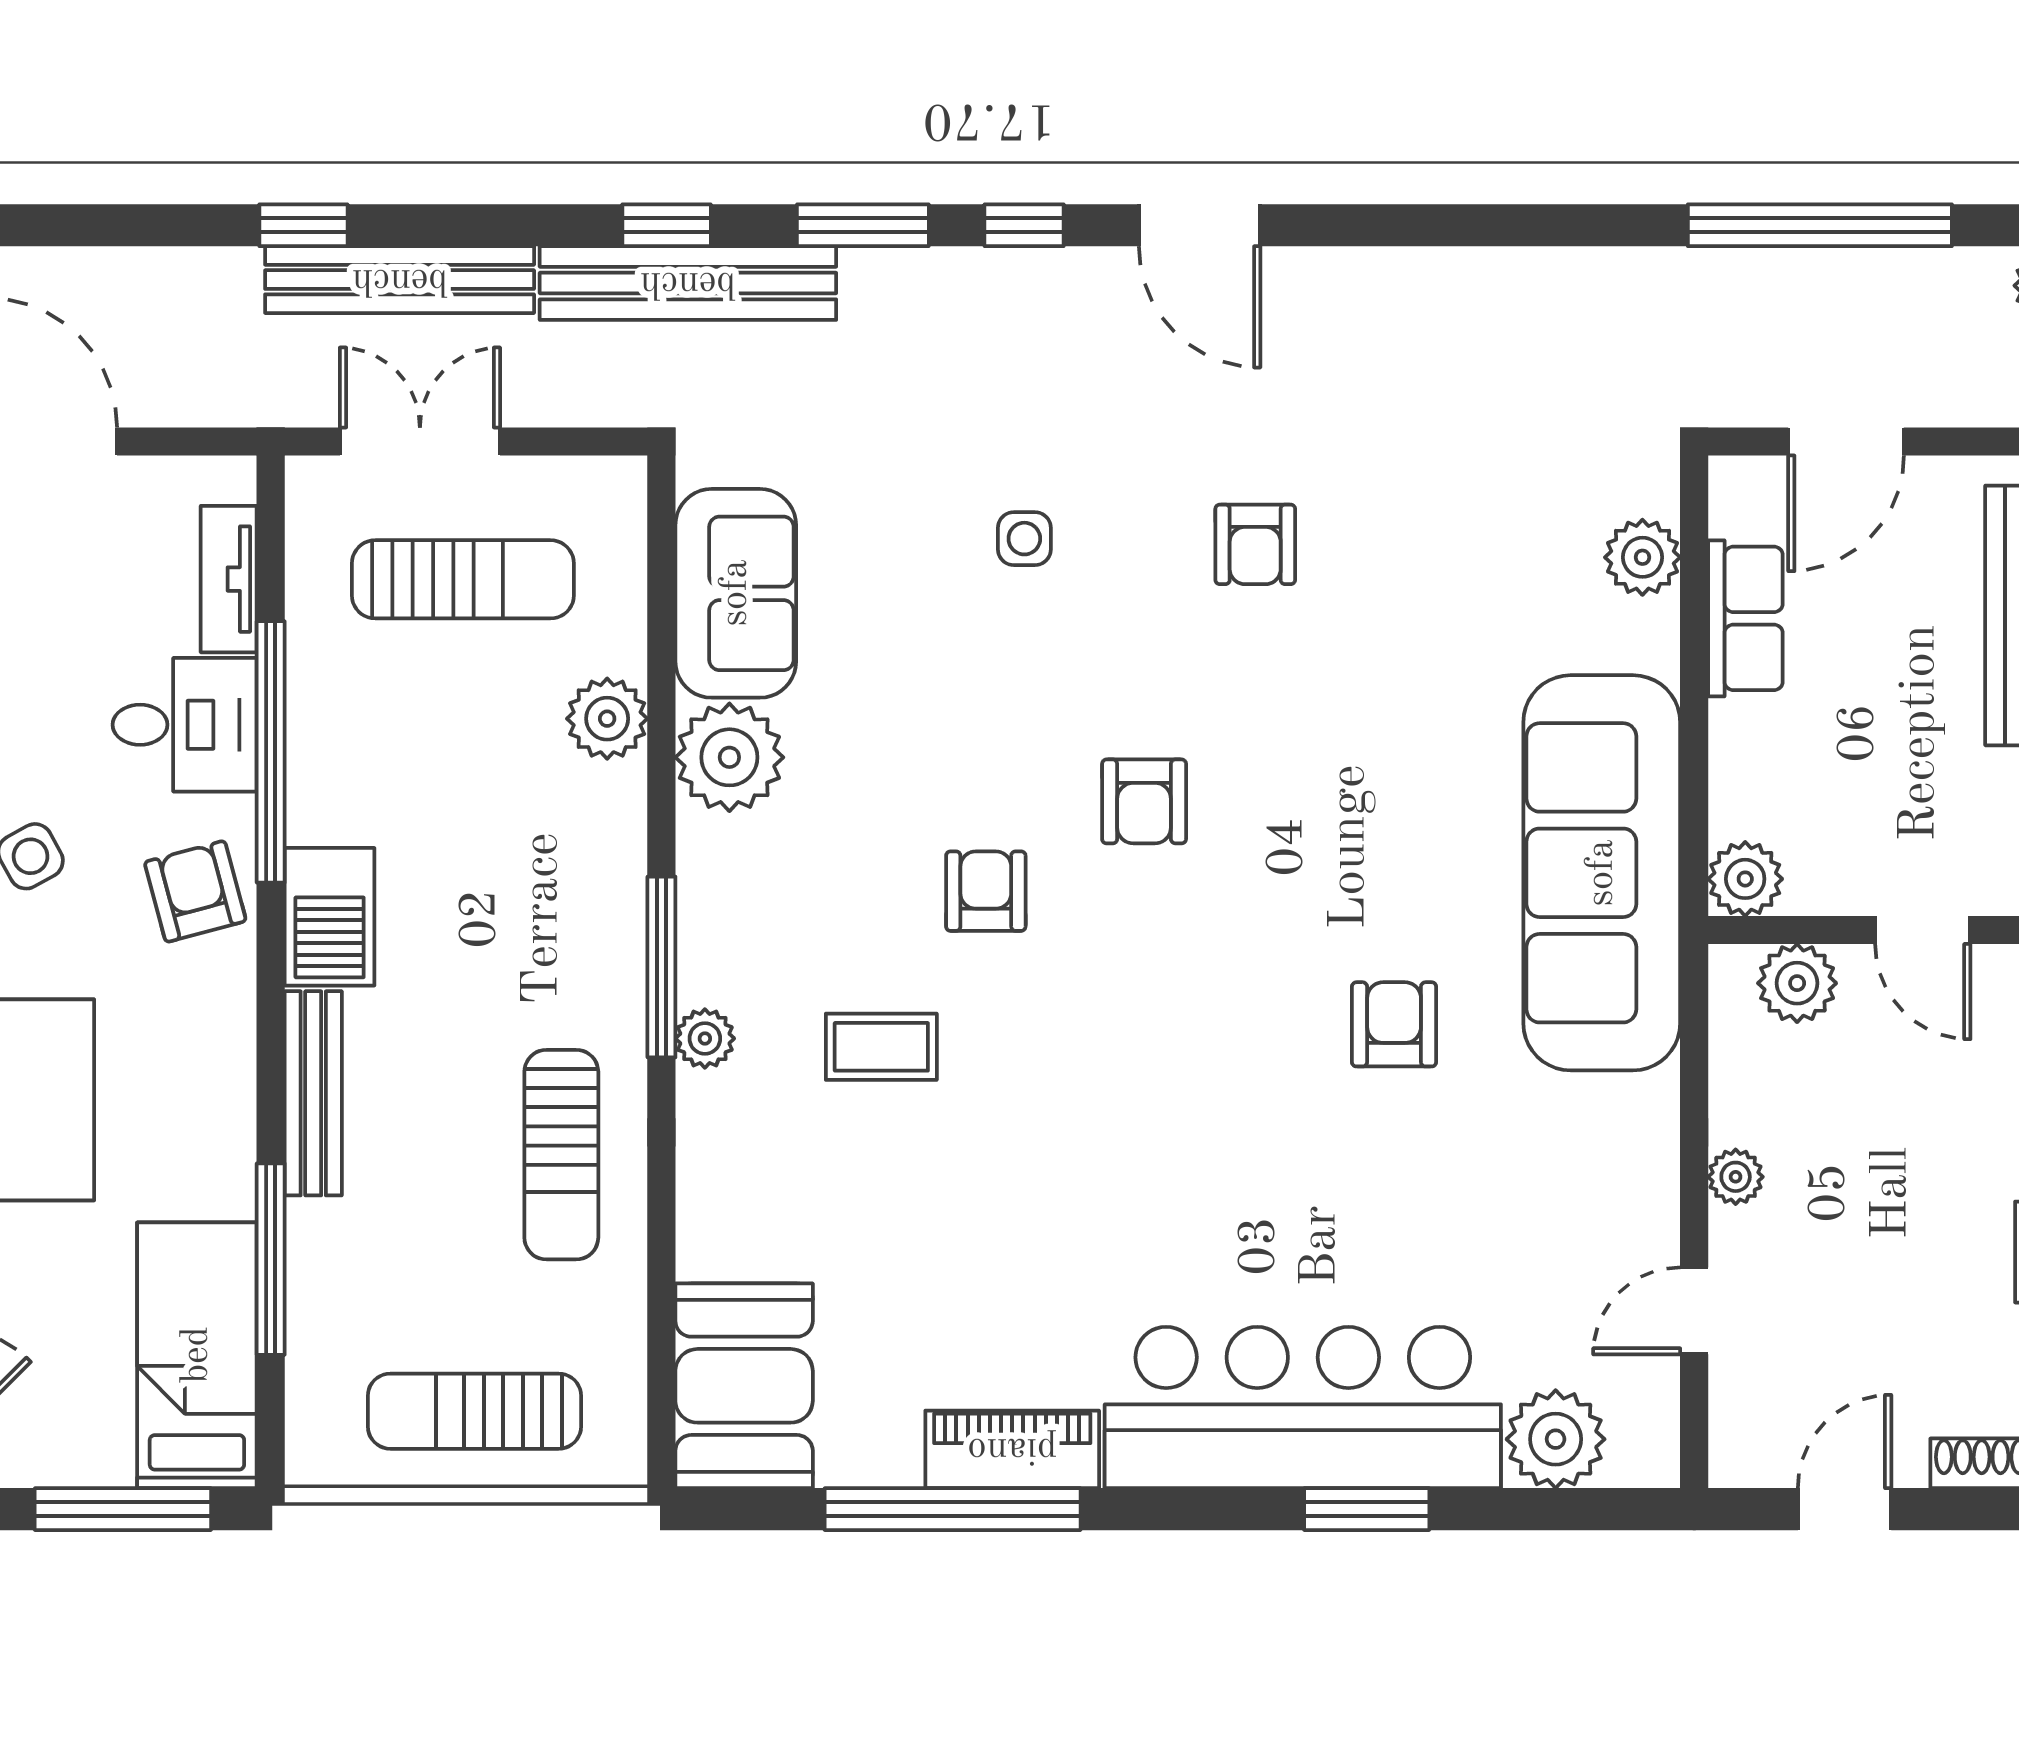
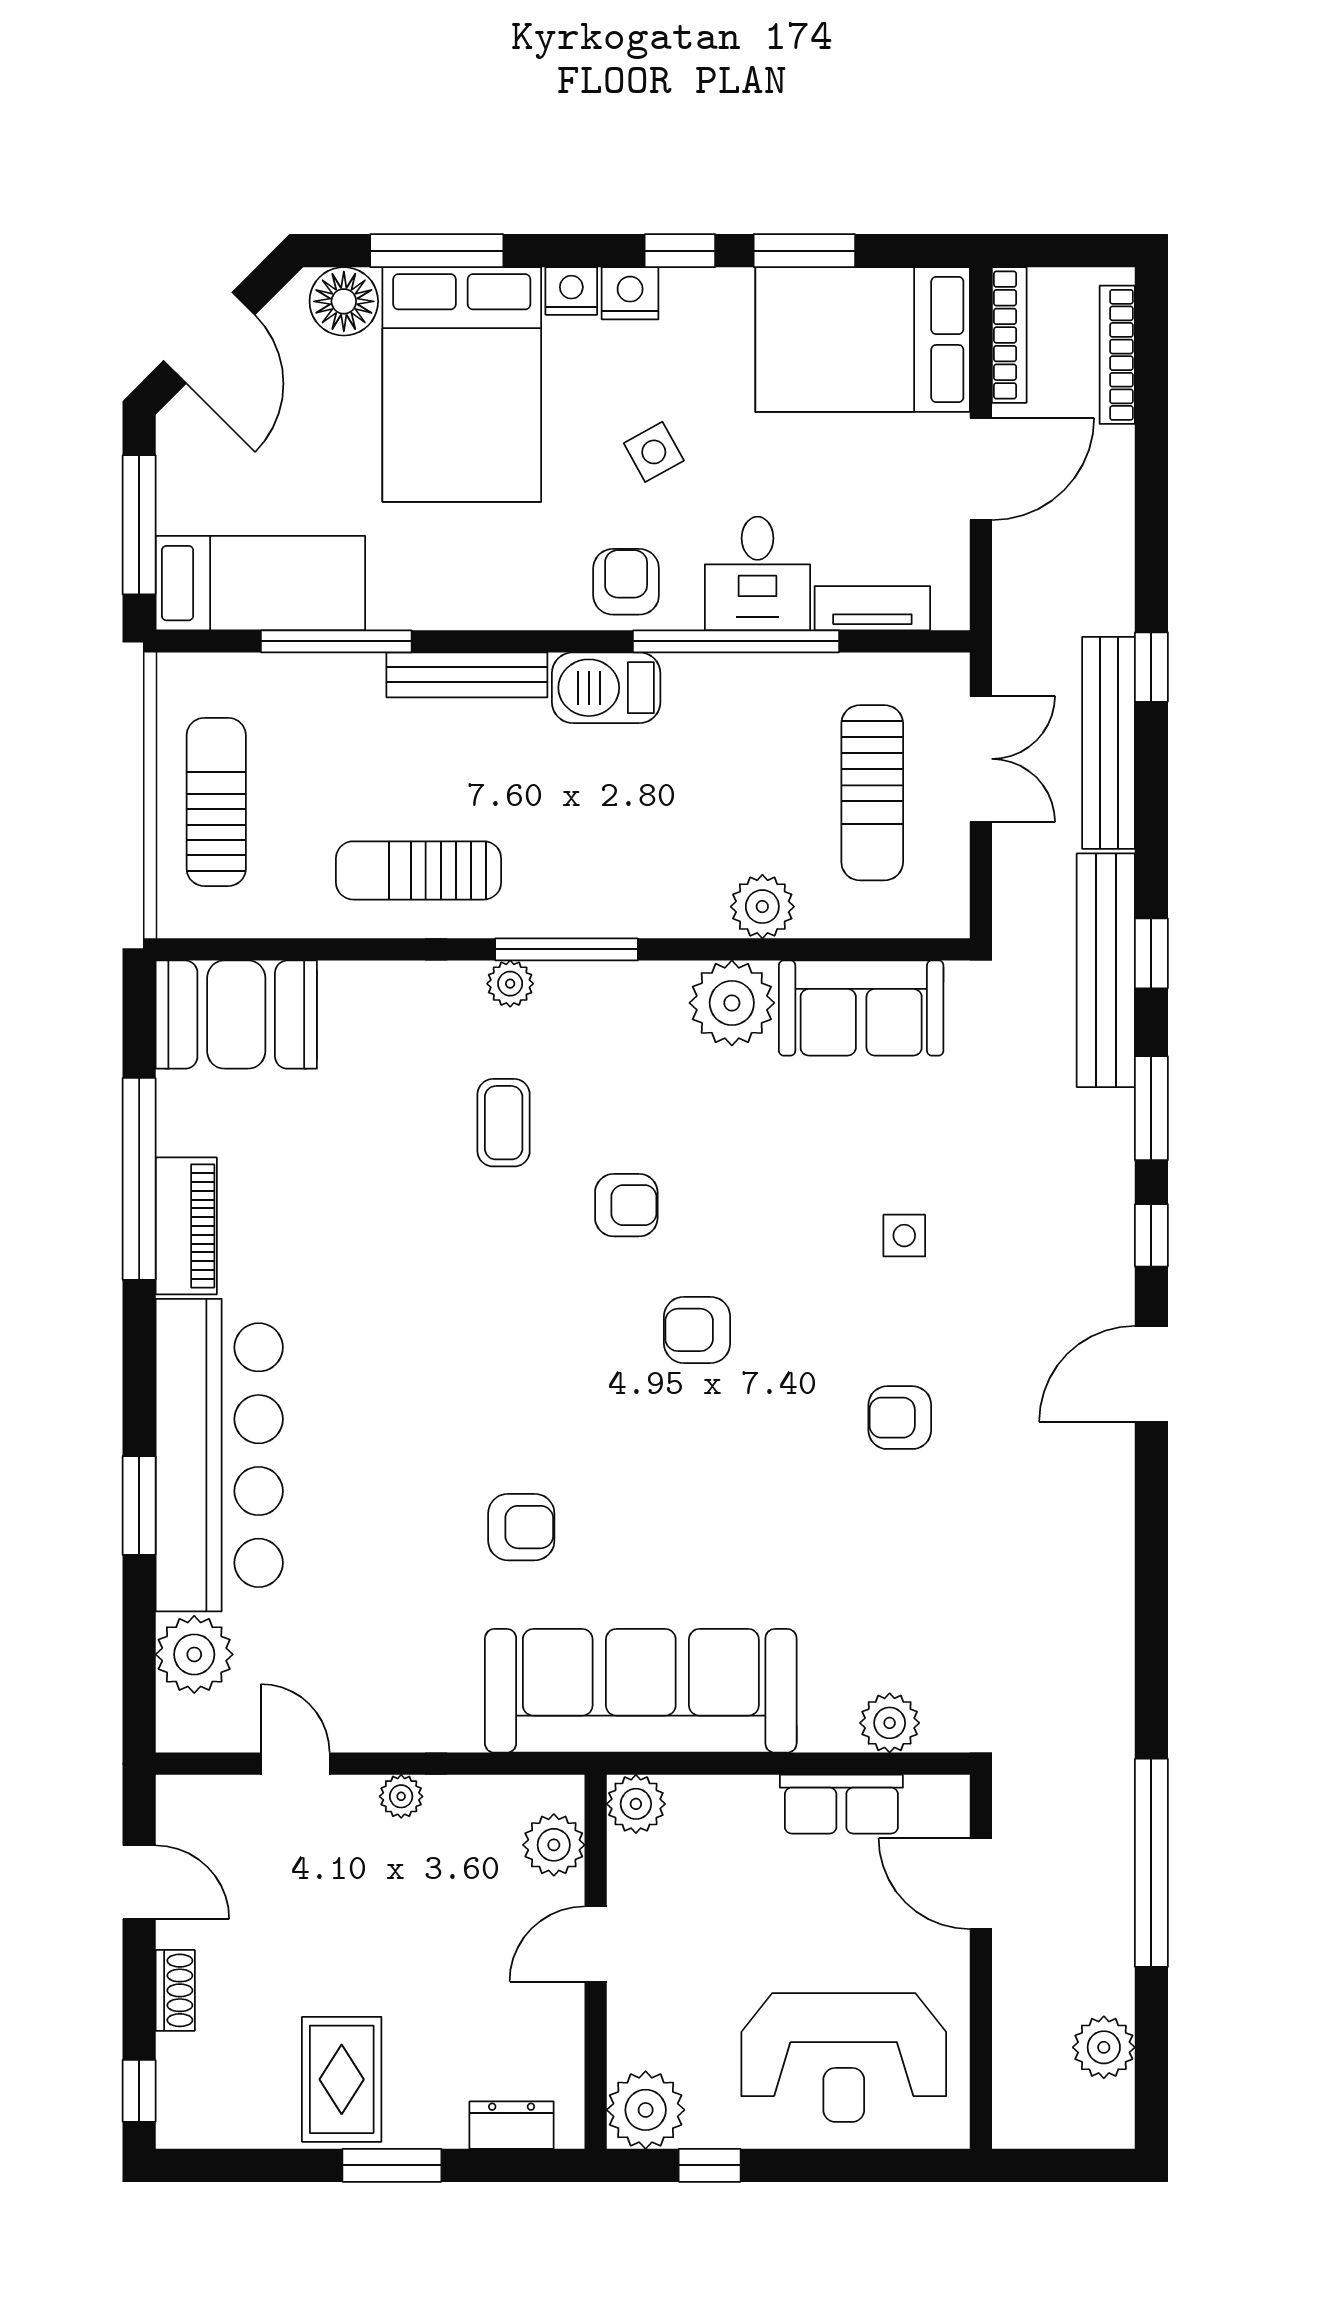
armchair: (195, 891) -> (626, 582), turned -75

